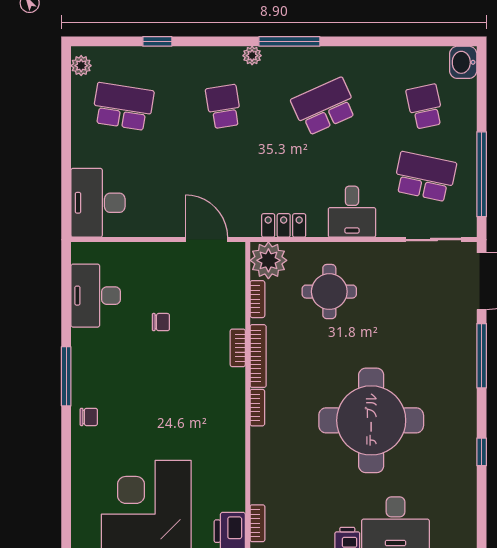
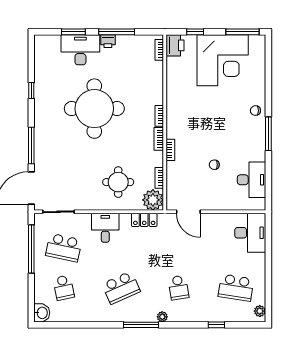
bookcase: (258, 356) -> (159, 139), width x0.64

